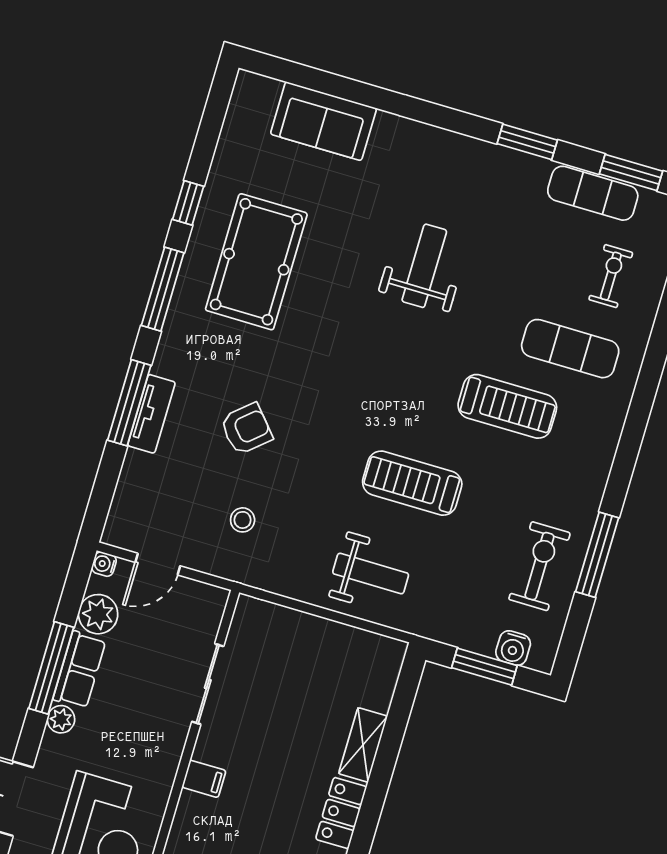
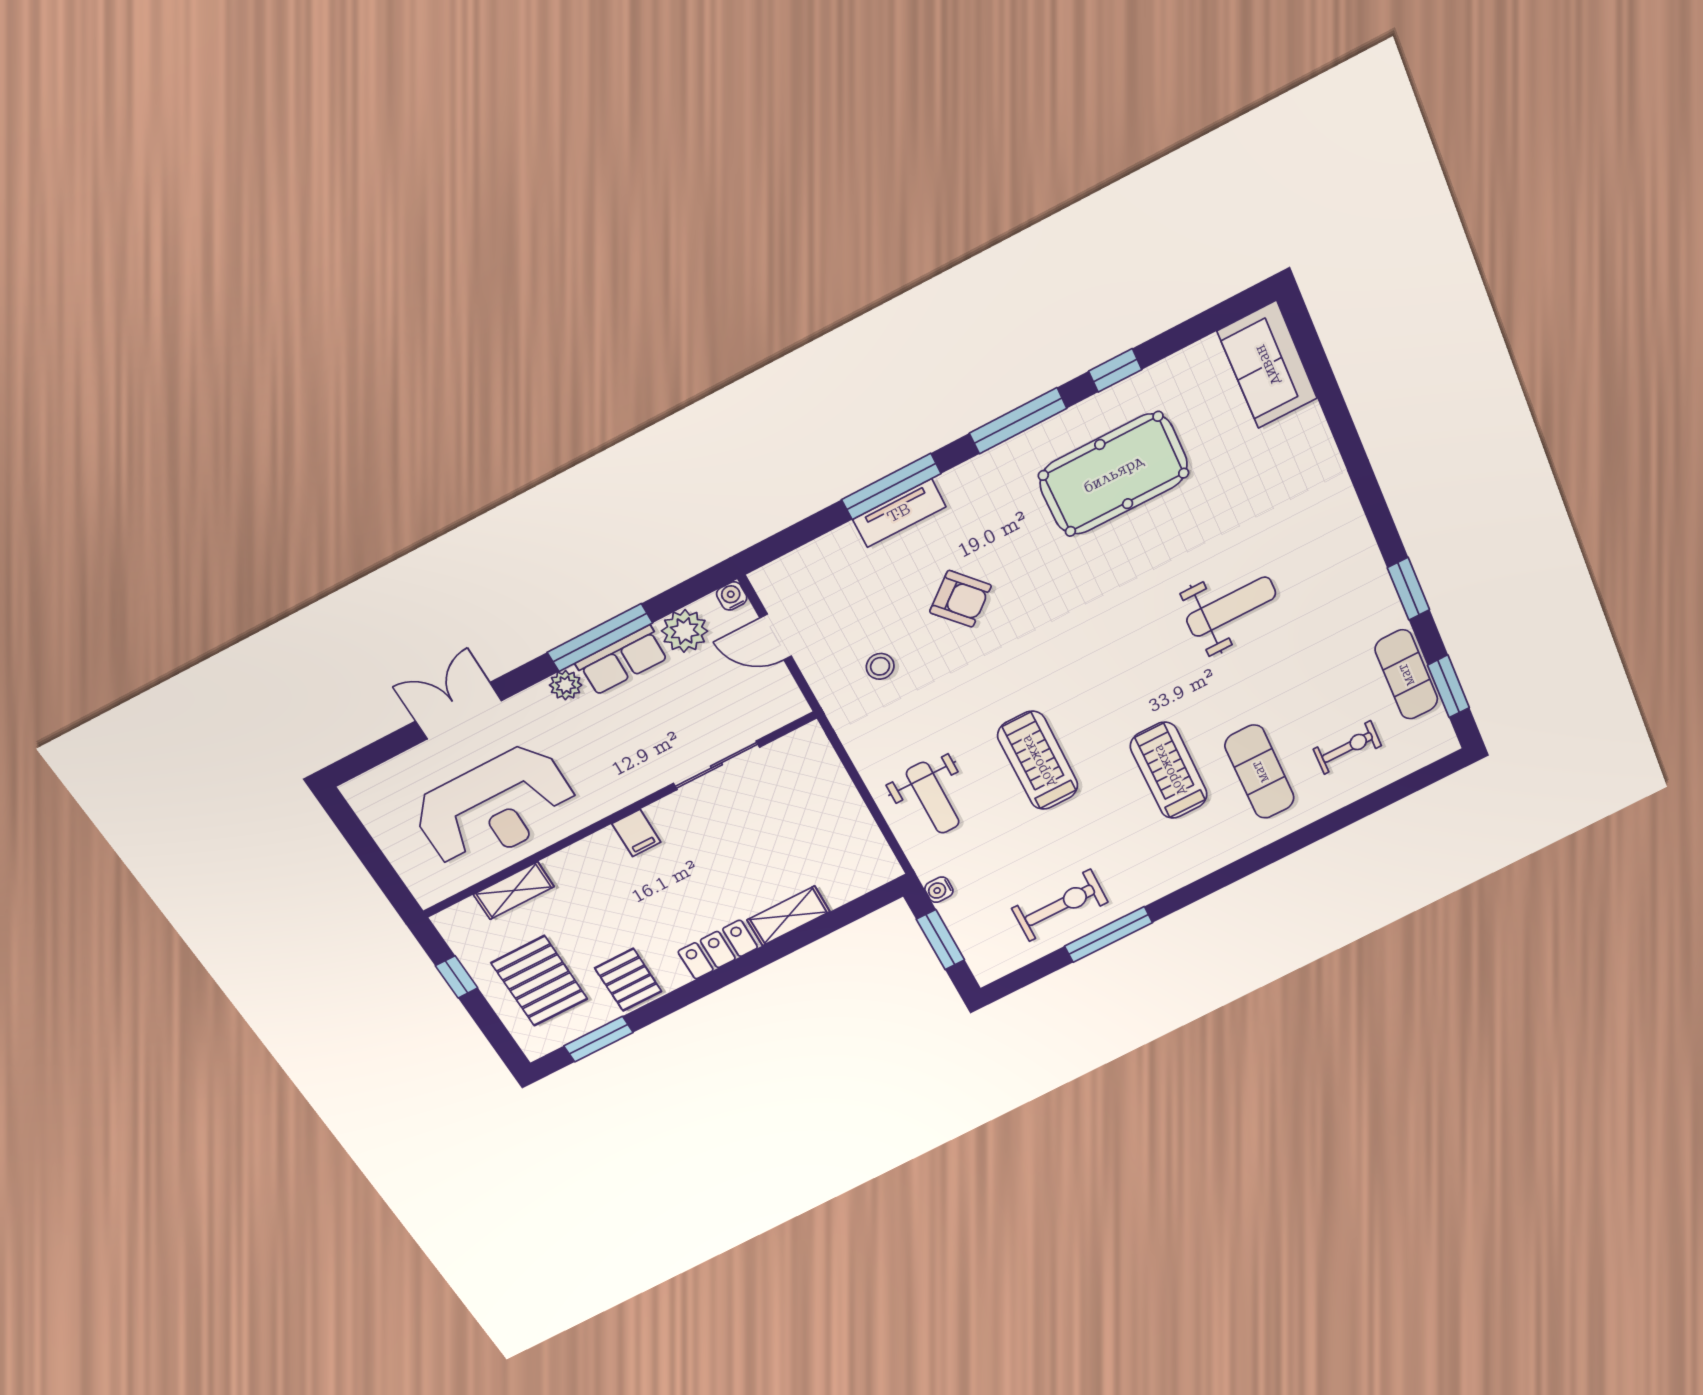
sofa: (323, 121) -> (1267, 365), moved
treadmill: (507, 406) -> (1169, 770), turned 180
water cooler: (513, 648) -> (939, 890), moved, width x0.72, depth x0.72

